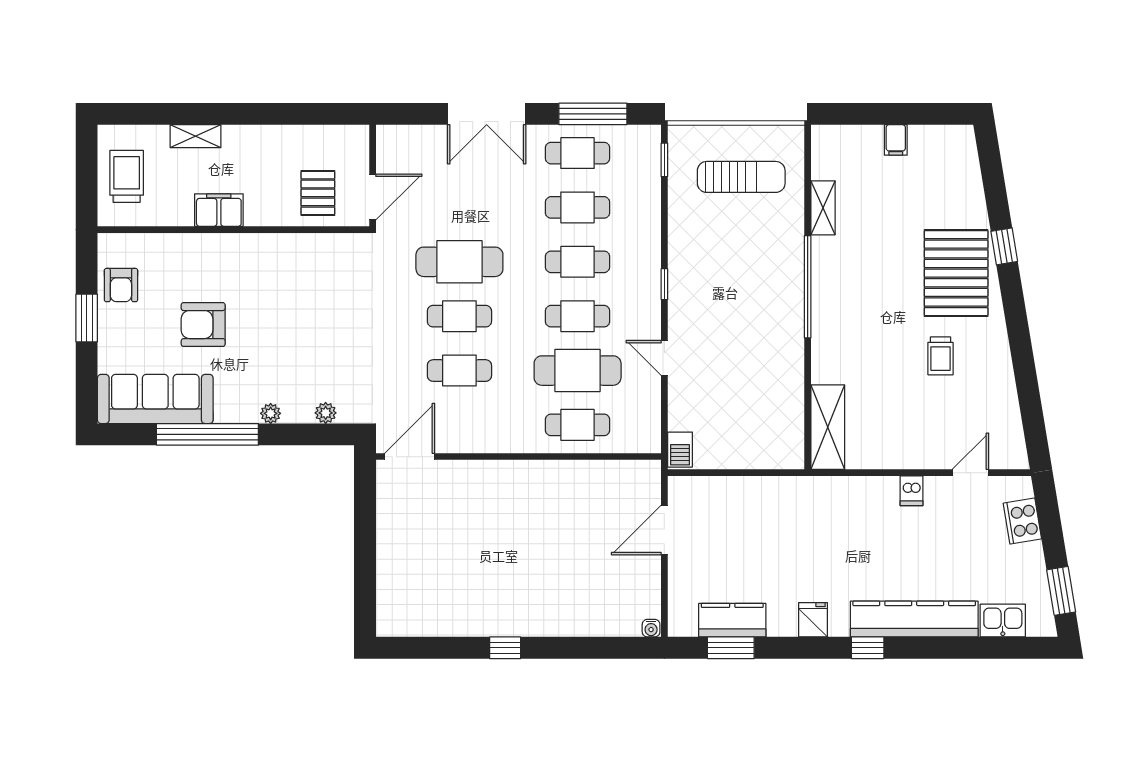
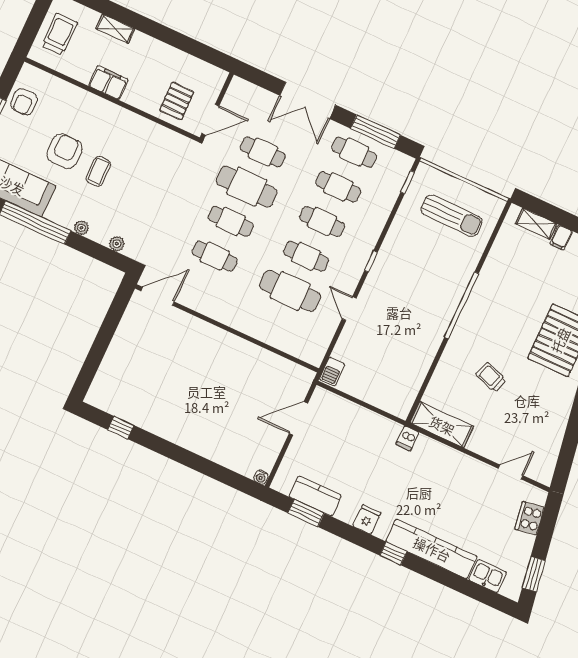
shelving: (823, 208) -> (536, 224), moved, turned 90
armchair: (203, 325) -> (65, 151), turned 90
coffee table: (259, 330) -> (98, 171), added
trolley: (940, 356) -> (491, 377), moved, turned 109
cafe table: (578, 425) -> (263, 152), moved
shelving: (828, 427) -> (442, 425), moved, turned 90
dishwasher: (911, 491) -> (407, 438), moved
window: (505, 648) -> (121, 427), moved

